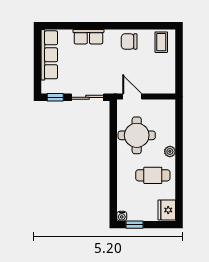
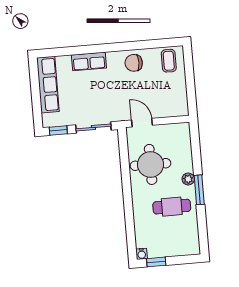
window: (179, 162) -> (199, 190), added
fridge: (167, 210) -> (190, 243), removed

